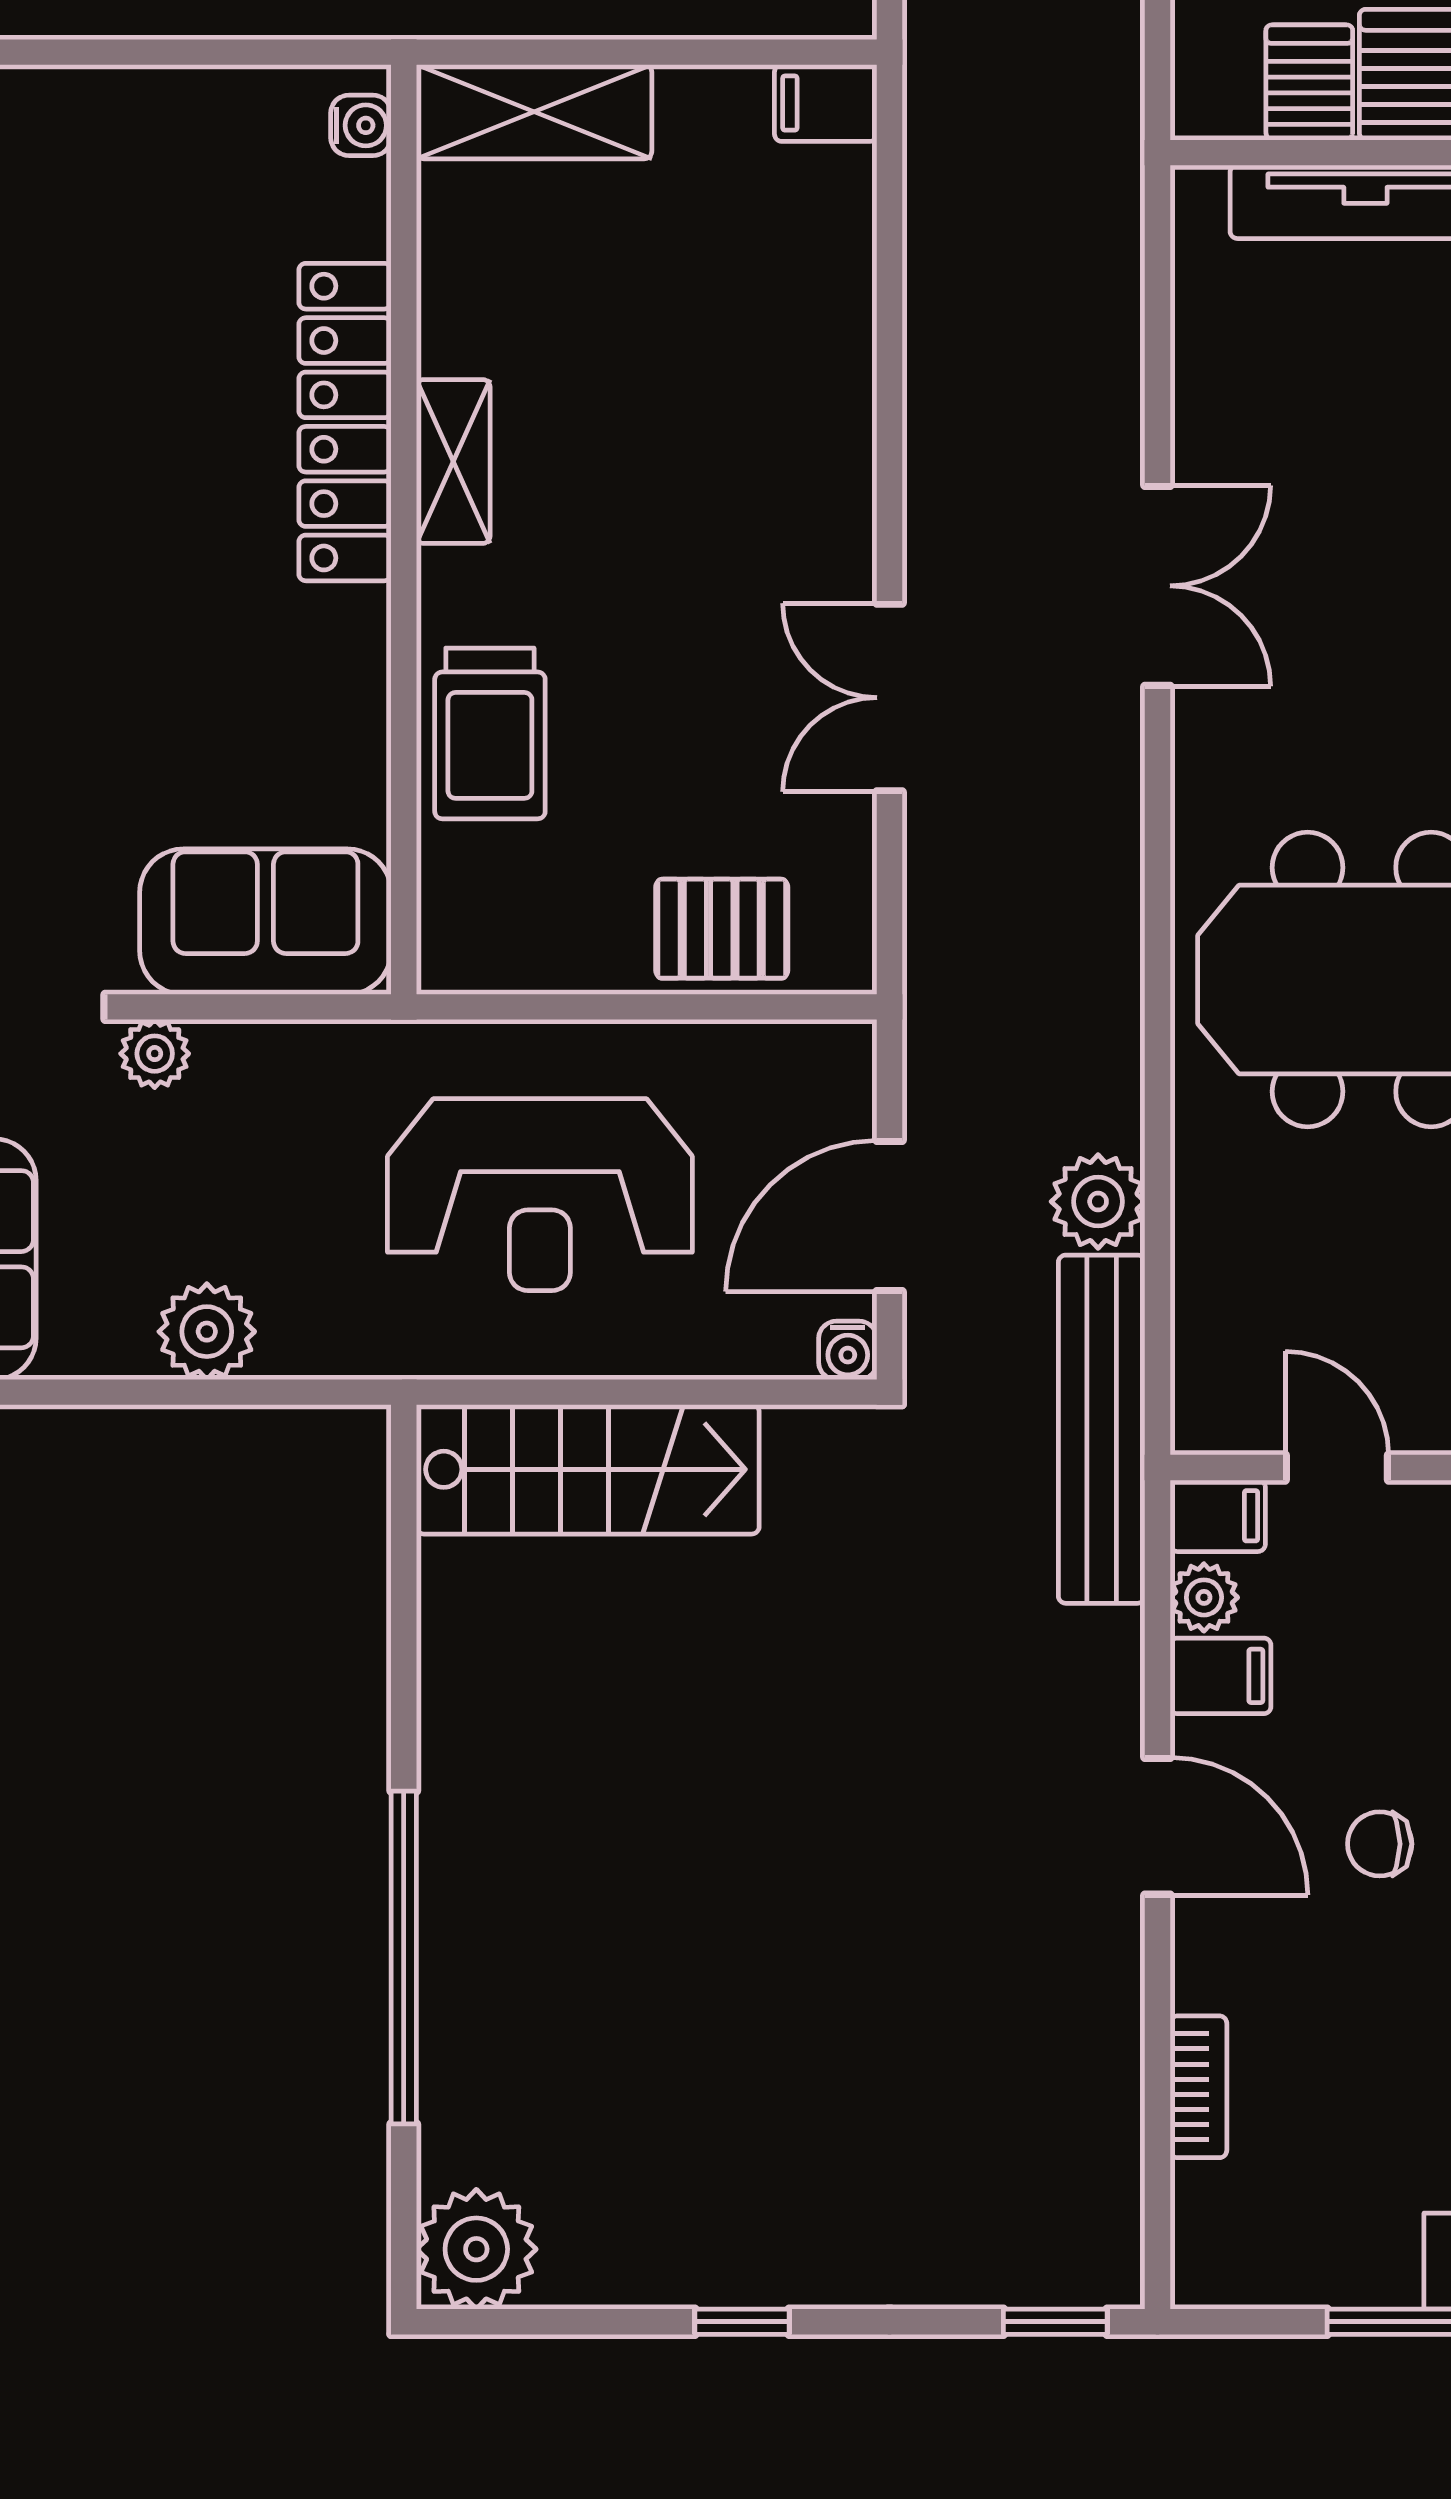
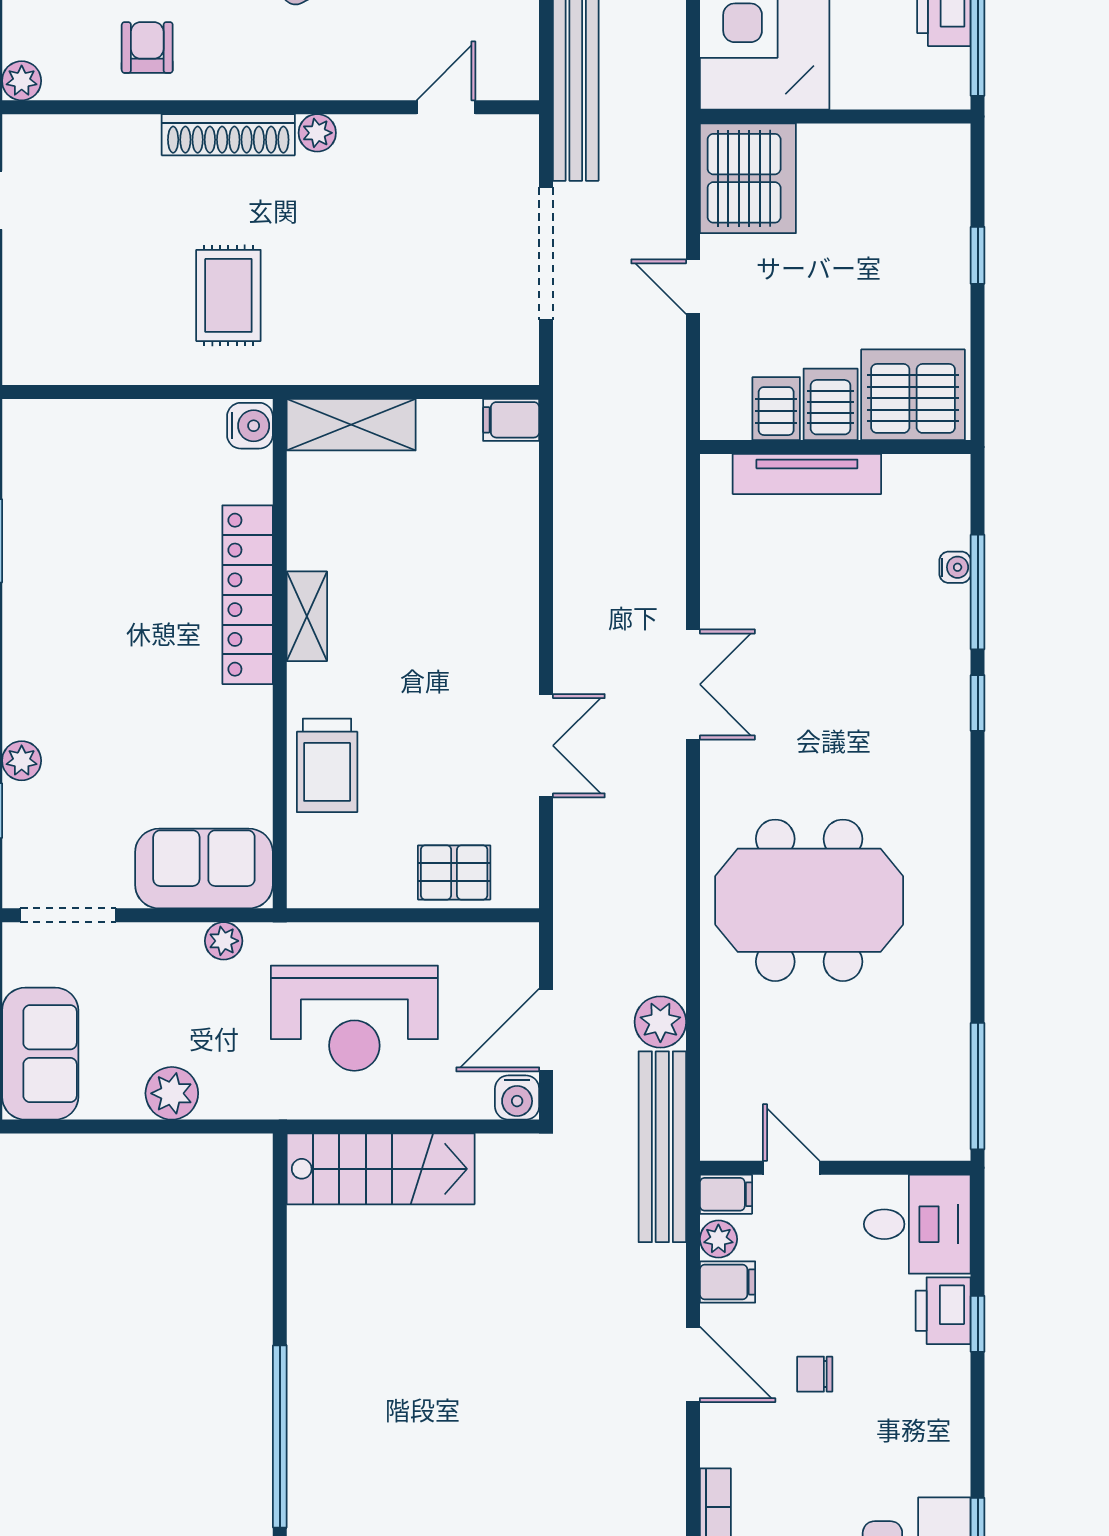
water cooler: (361, 125) -> (250, 426), width x1.38, depth x1.38
double door: (890, 698) -> (546, 746), swing flipped
plant: (155, 1054) -> (224, 941), moved
water cooler: (848, 1350) -> (517, 1097), width x1.38, depth x1.38

